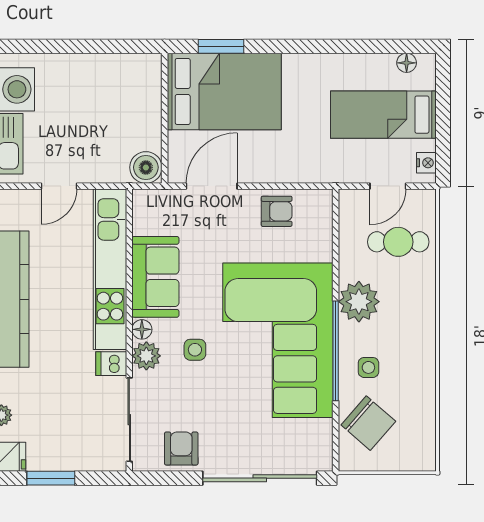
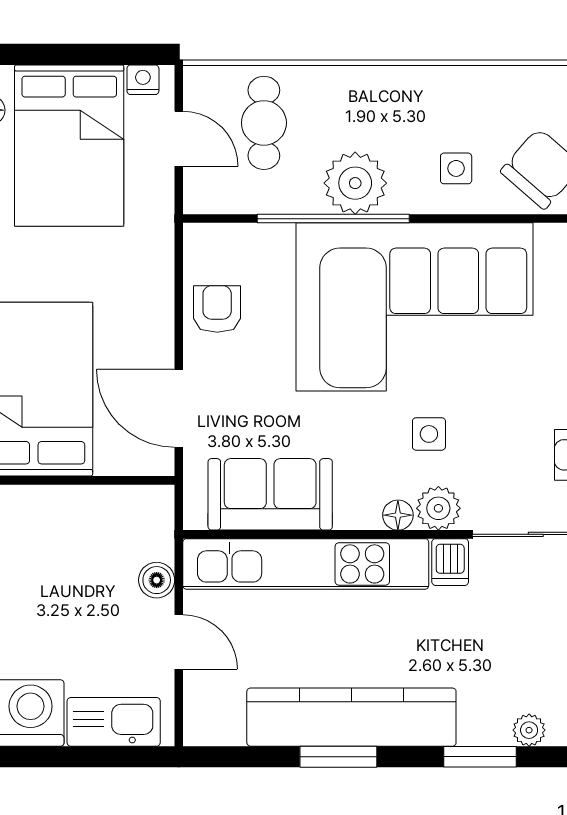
bed: (383, 115) -> (69, 146), width x1.50
boiler: (146, 167) -> (157, 580), moved, width x0.73, depth x0.73
sofa: (155, 277) -> (270, 494), moved
window: (336, 351) -> (333, 219), moved

